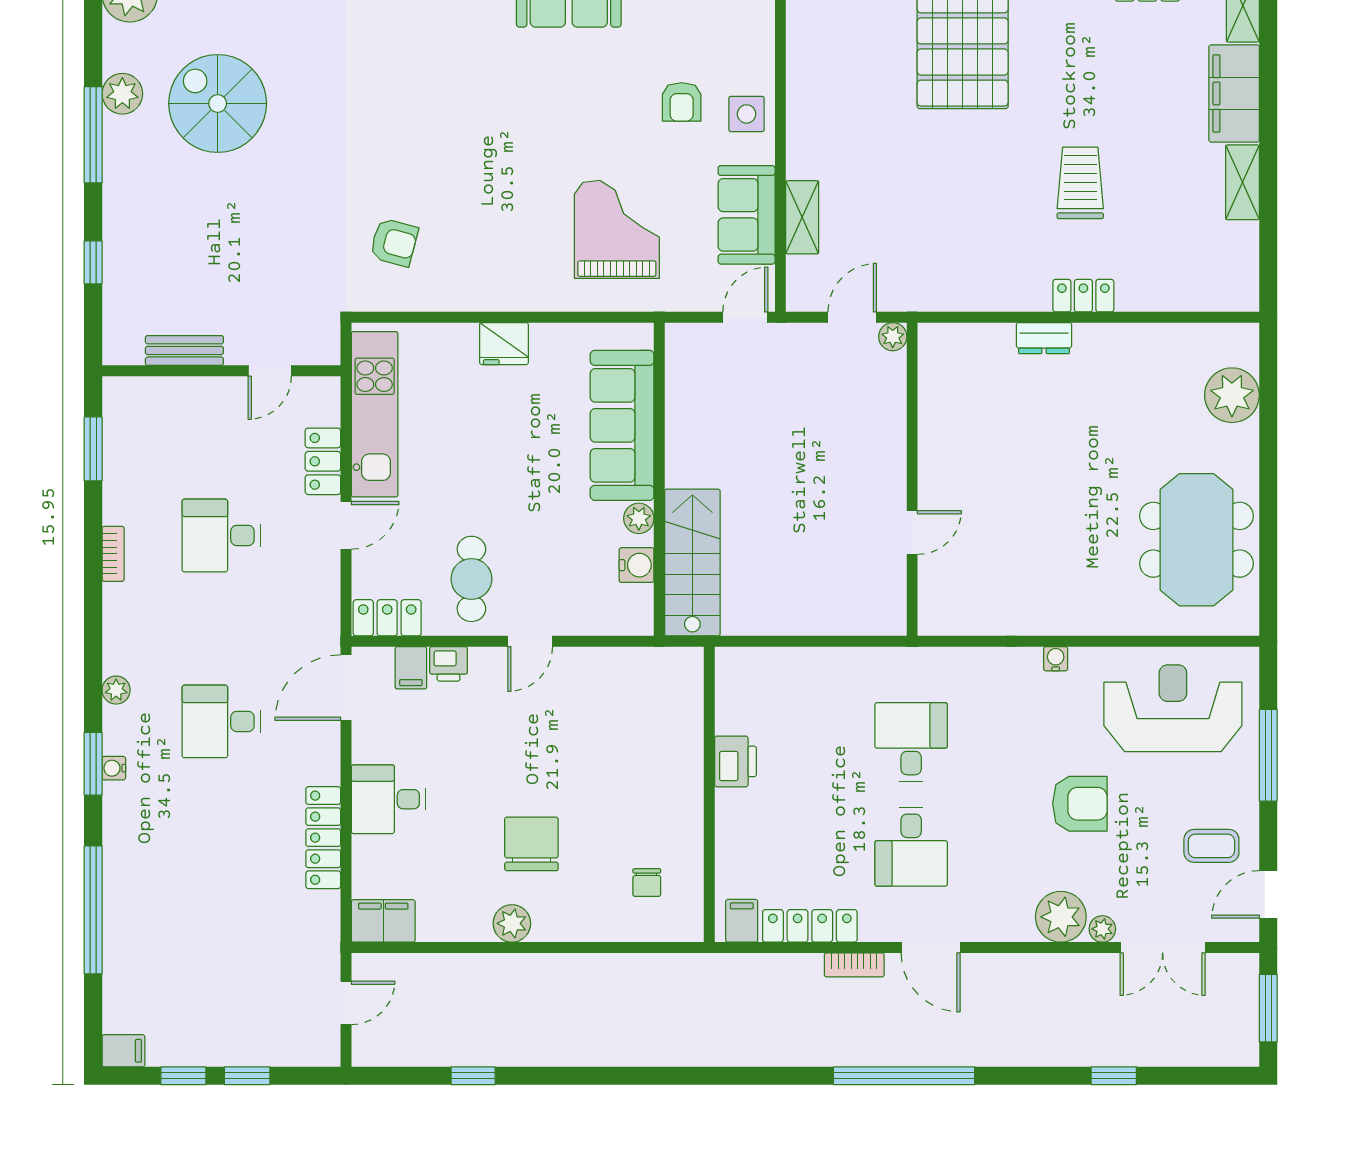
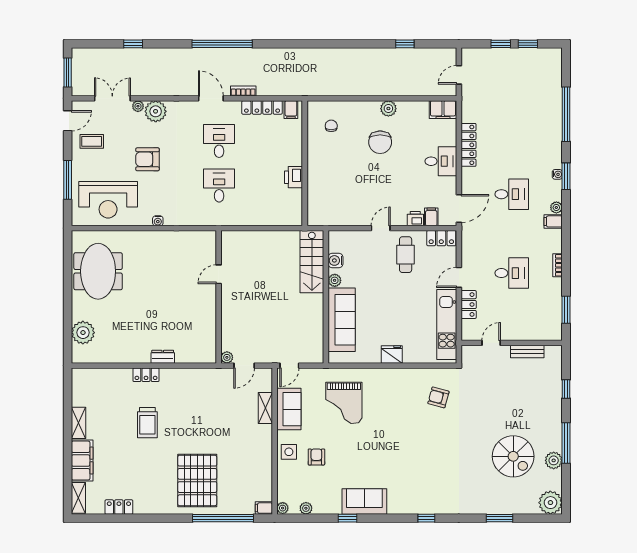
desk: (911, 742) -> (219, 186), turned 180
filing cabinet: (123, 1051) -> (553, 221), moved

